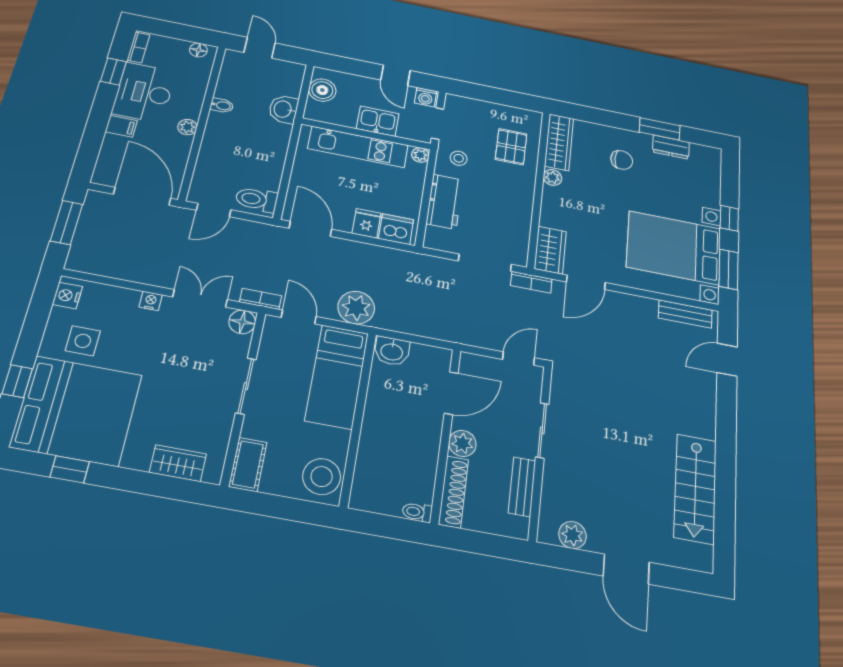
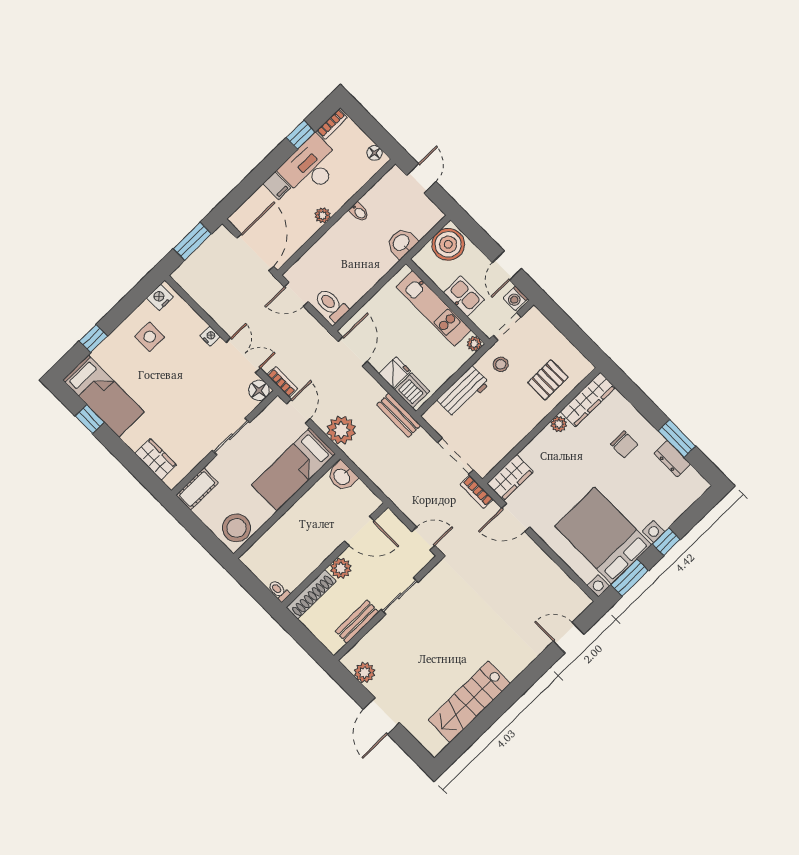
boiler: (322, 90) -> (448, 244), width x1.37, depth x1.37
bench: (685, 314) -> (399, 415), moved
bed: (77, 411) -> (103, 396), width x0.49

